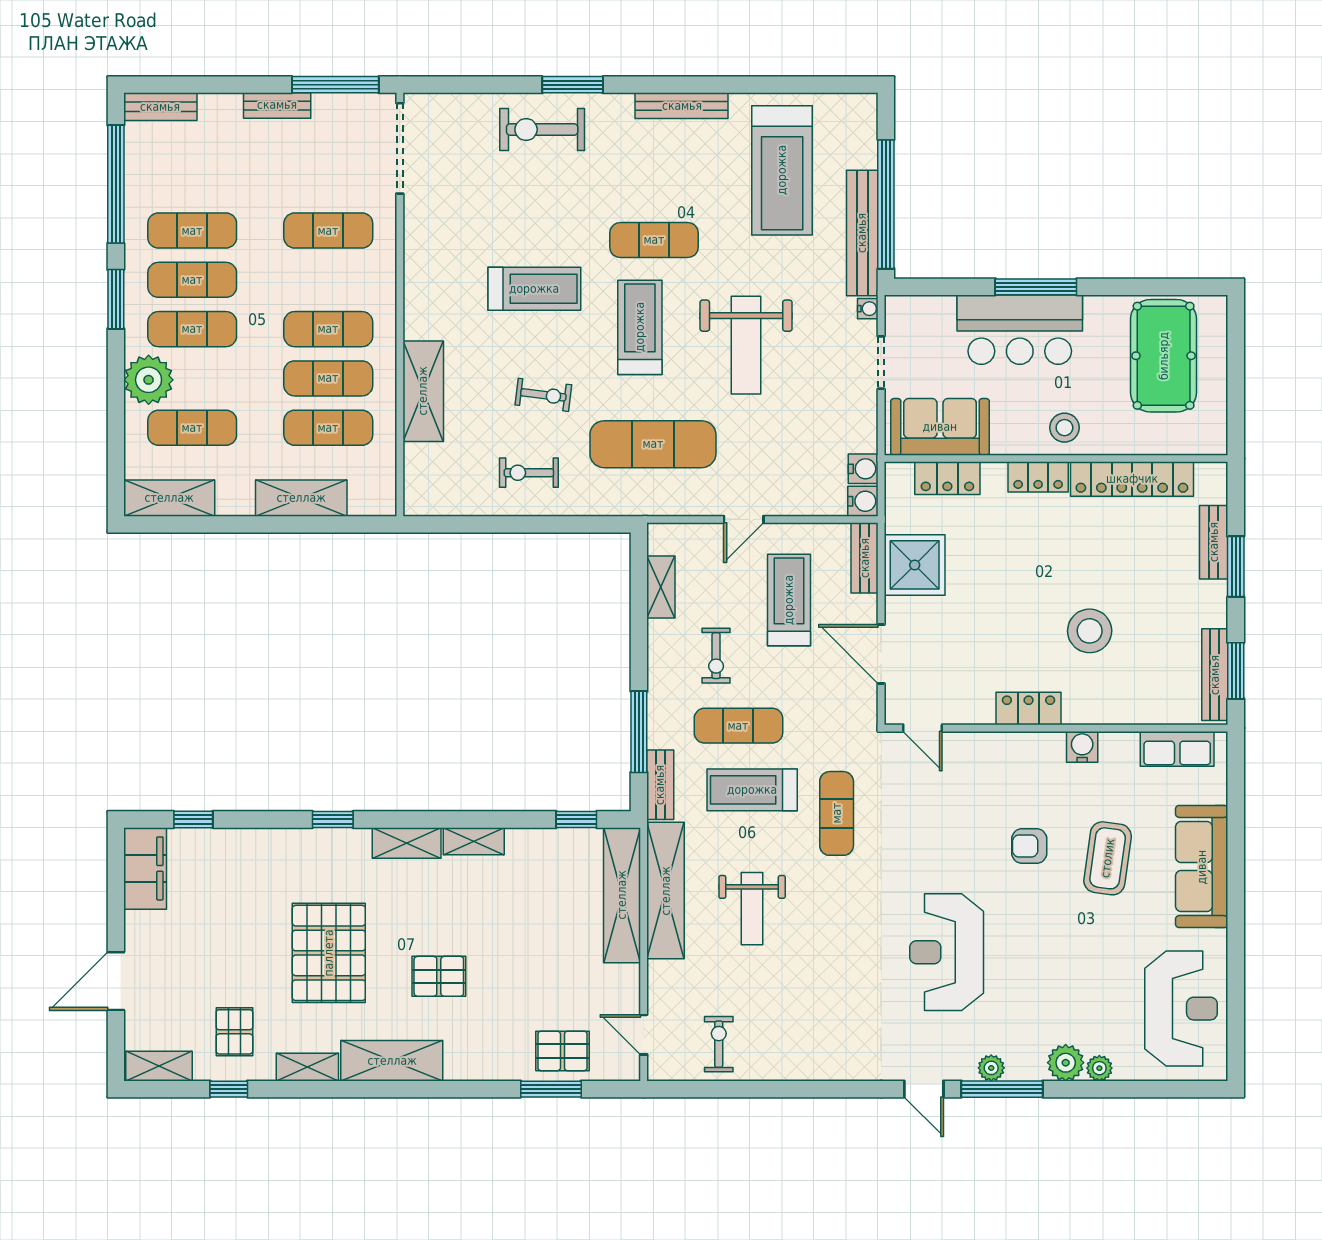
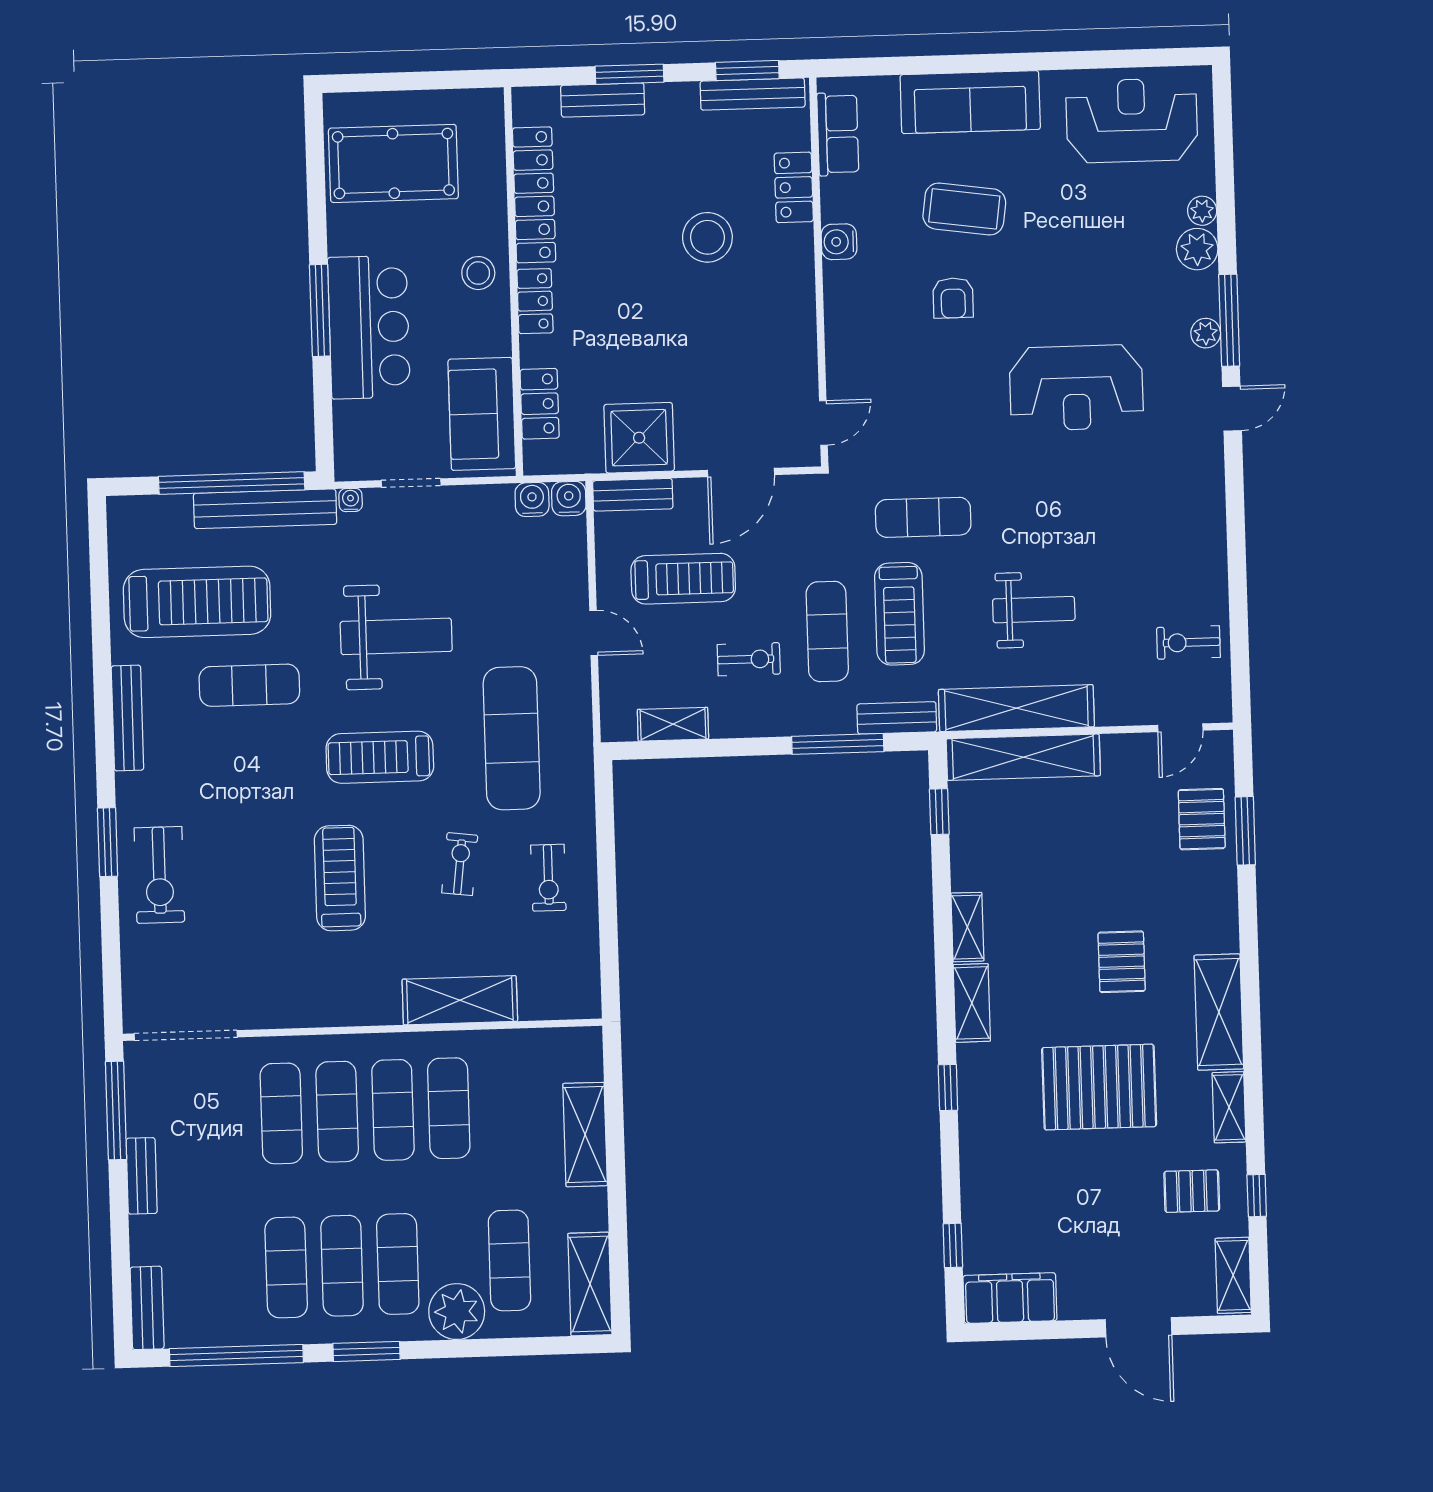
exercise mat: (654, 240) -> (249, 685), moved, turned 90
exercise mat: (328, 428) -> (337, 1112), moved
treadmill: (789, 600) -> (683, 579), turned 180
locker: (1029, 708) -> (794, 187), moved

